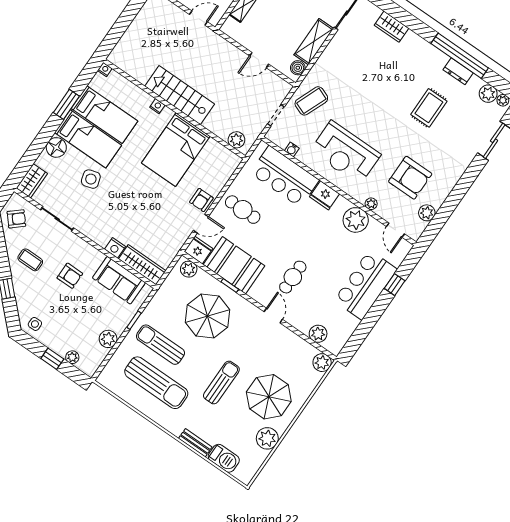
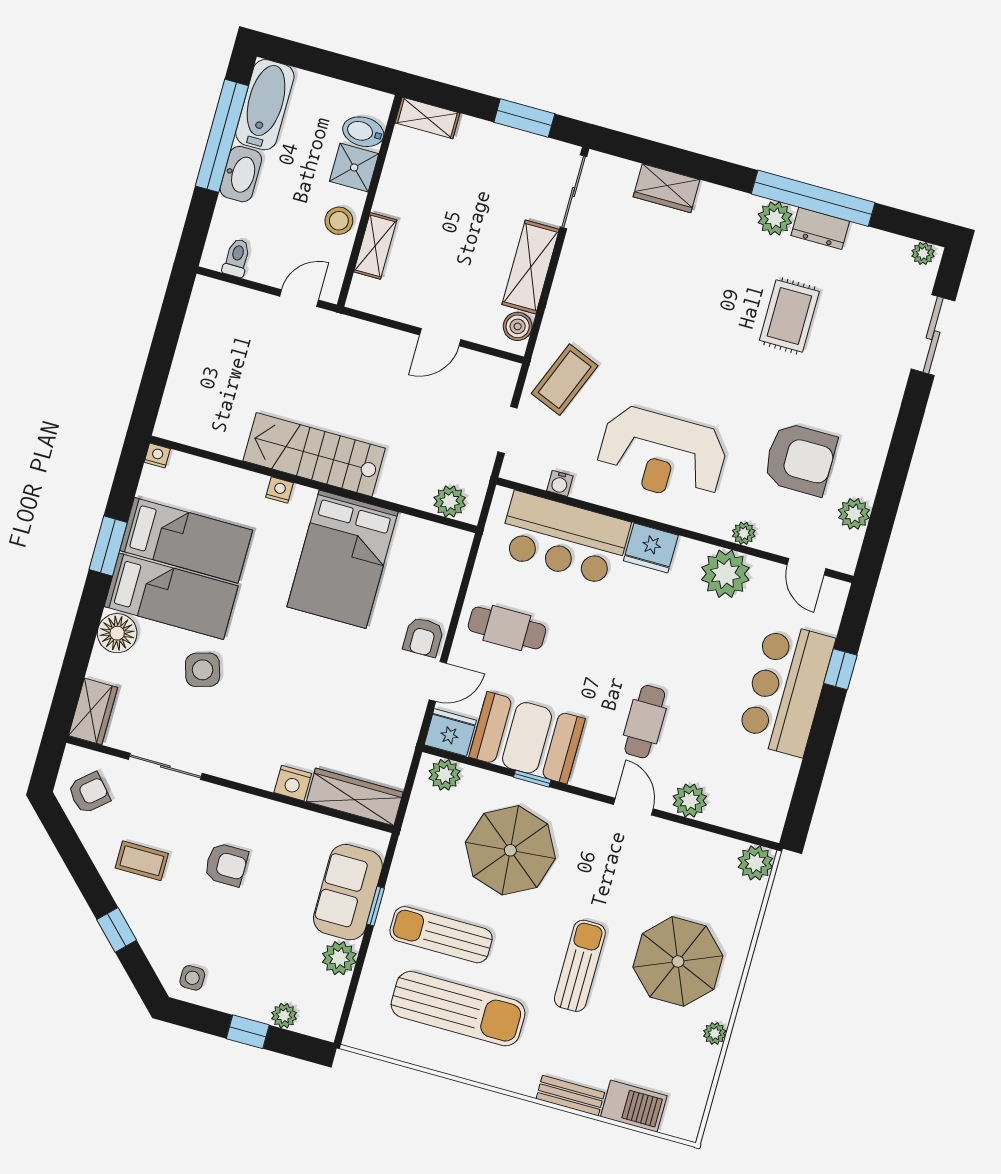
plant: (488, 94) -> (775, 218), moved
sofa: (119, 280) -> (348, 892), moved, turned 90
plant: (318, 334) -> (690, 801), moved
plant: (267, 438) -> (715, 1033), width x0.53, depth x0.53

